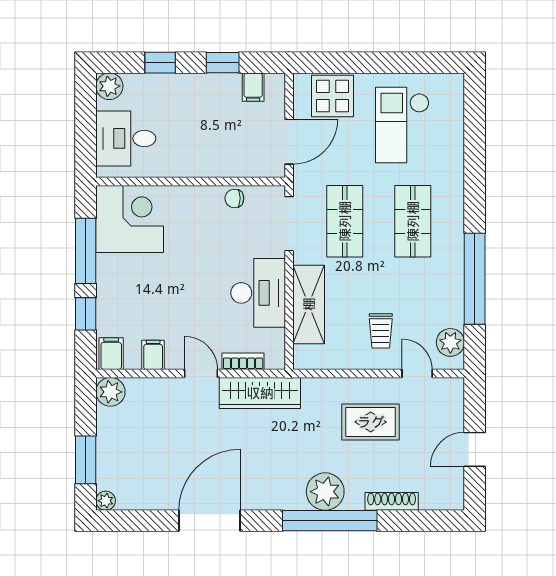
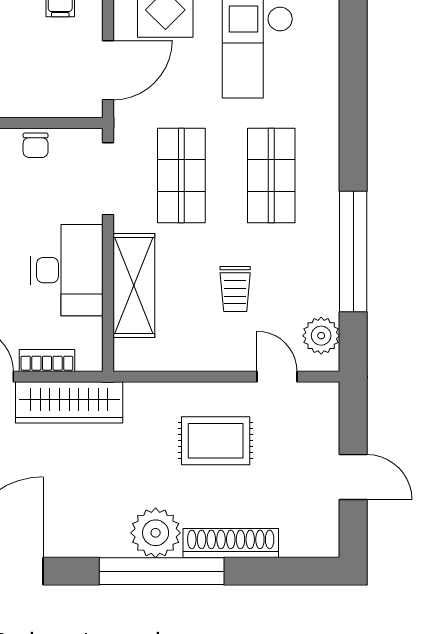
chair: (234, 198) -> (36, 145), turned -90
trolley: (381, 331) -> (235, 289), moved
door: (475, 449) -> (353, 477), swing flipped
shoe rack: (392, 501) -> (231, 543), width x1.36, depth x1.24

